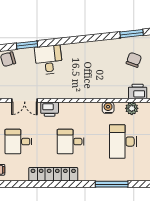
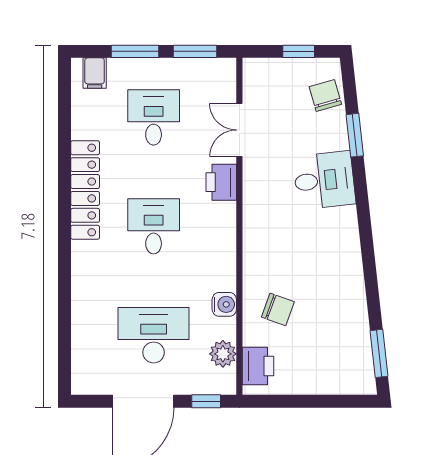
chair: (134, 60) -> (278, 309), moved
window: (112, 184) -> (64, 312), removed

